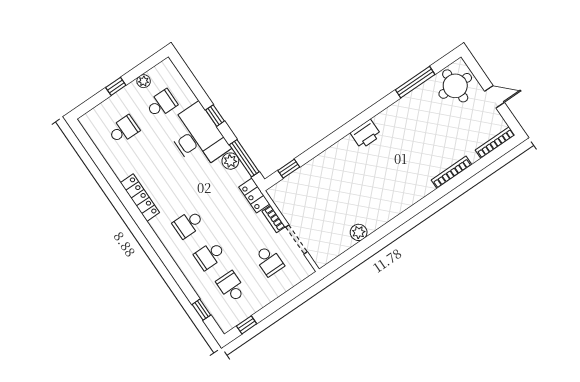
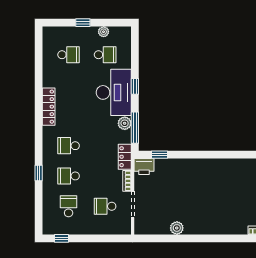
printer: (366, 134) -> (144, 167), moved
school desk: (269, 261) -> (105, 206), turned 90
window: (201, 310) -> (39, 173), moved

